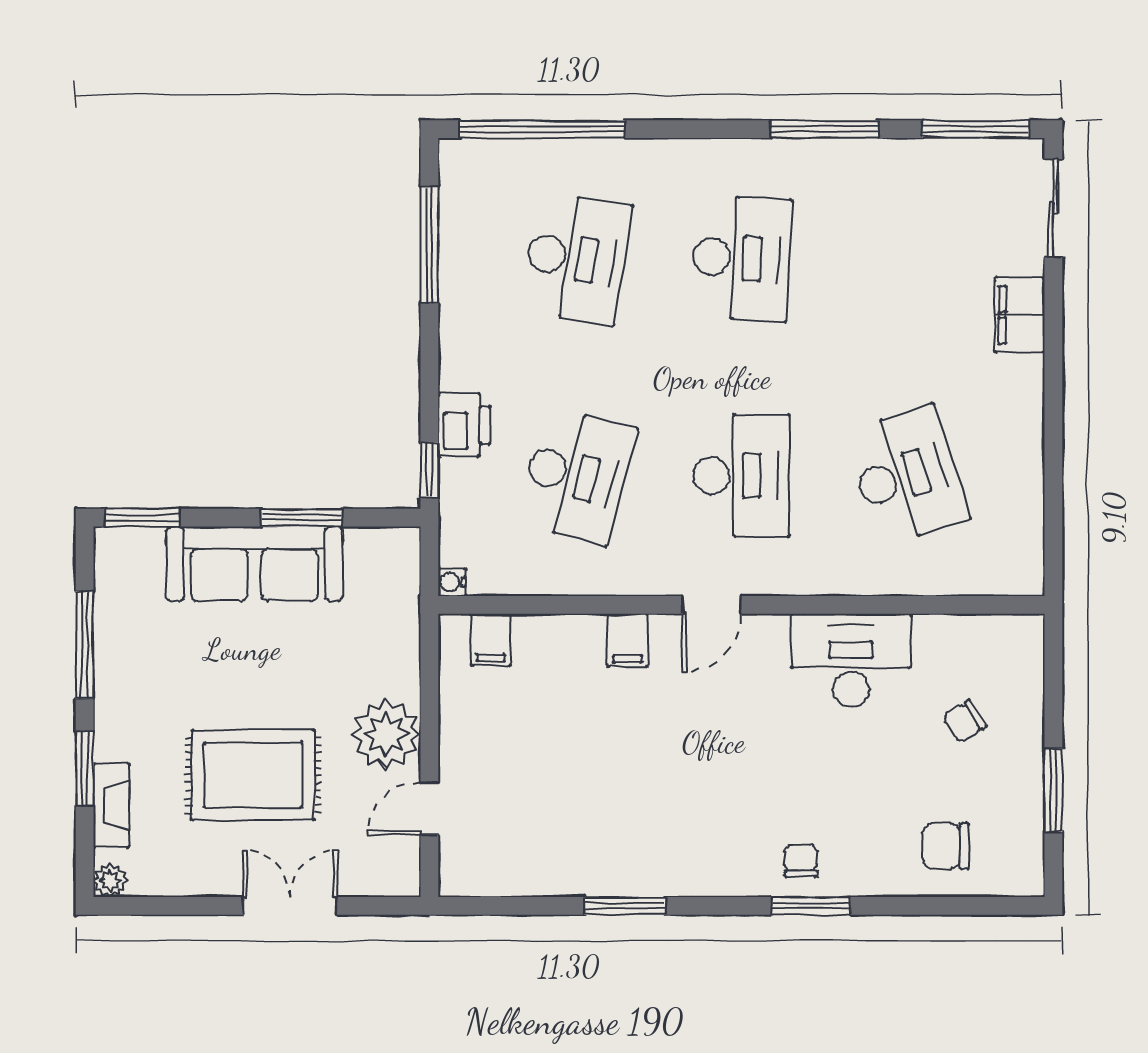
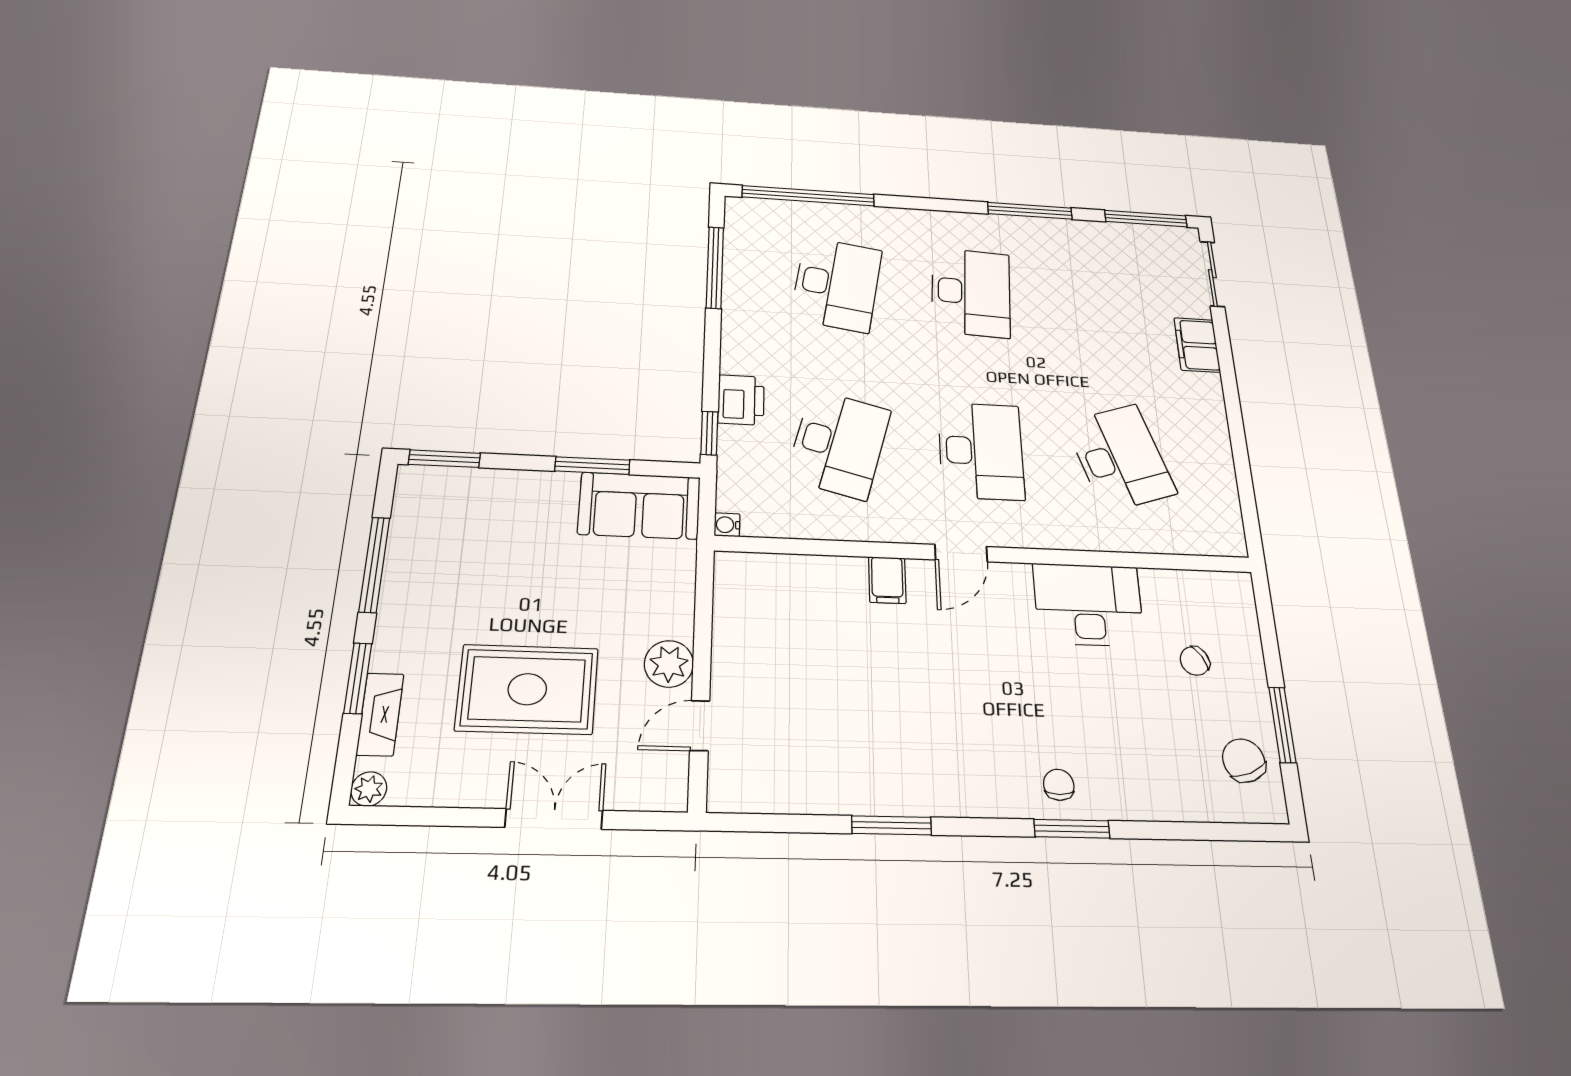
sofa: (254, 564) -> (639, 506), moved, width x0.73
filing cabinet: (491, 640) -> (762, 575), removed
plant: (386, 734) -> (669, 664), width x0.73, depth x0.73
chair: (946, 846) -> (1244, 760), moved, turned 68

